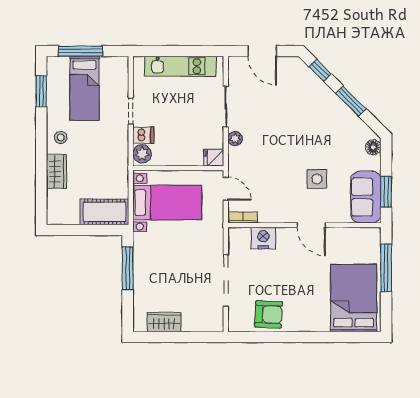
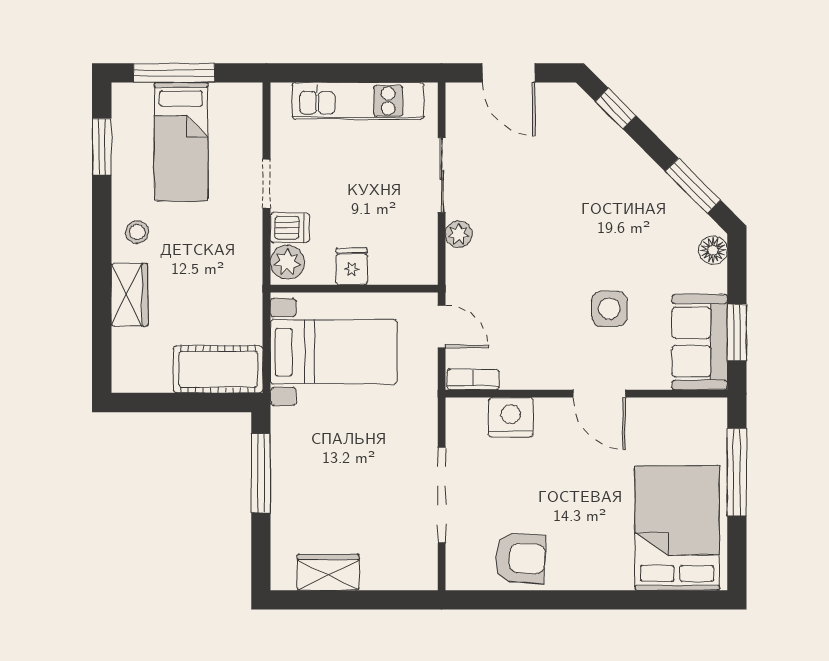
window: (351, 101) -> (693, 186), moved
fridge: (214, 158) -> (352, 266), moved, turned 90

